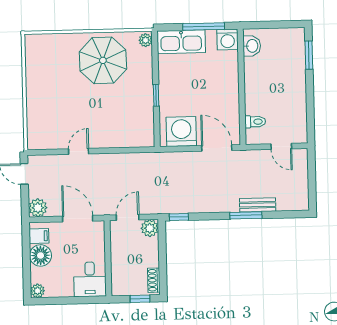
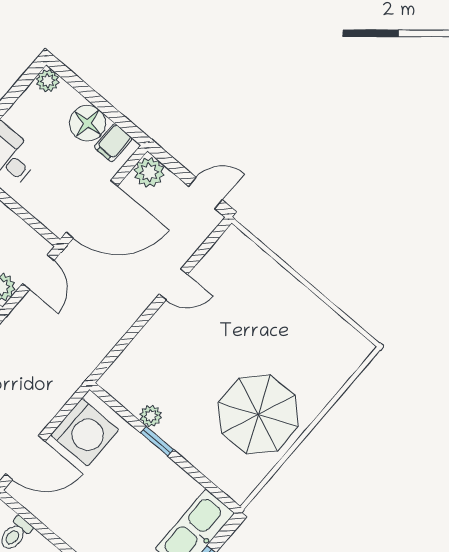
plant: (145, 40) -> (151, 416), moved
door: (79, 151) -> (173, 284), hinge flipped
door: (78, 219) -> (92, 209), width x1.36

